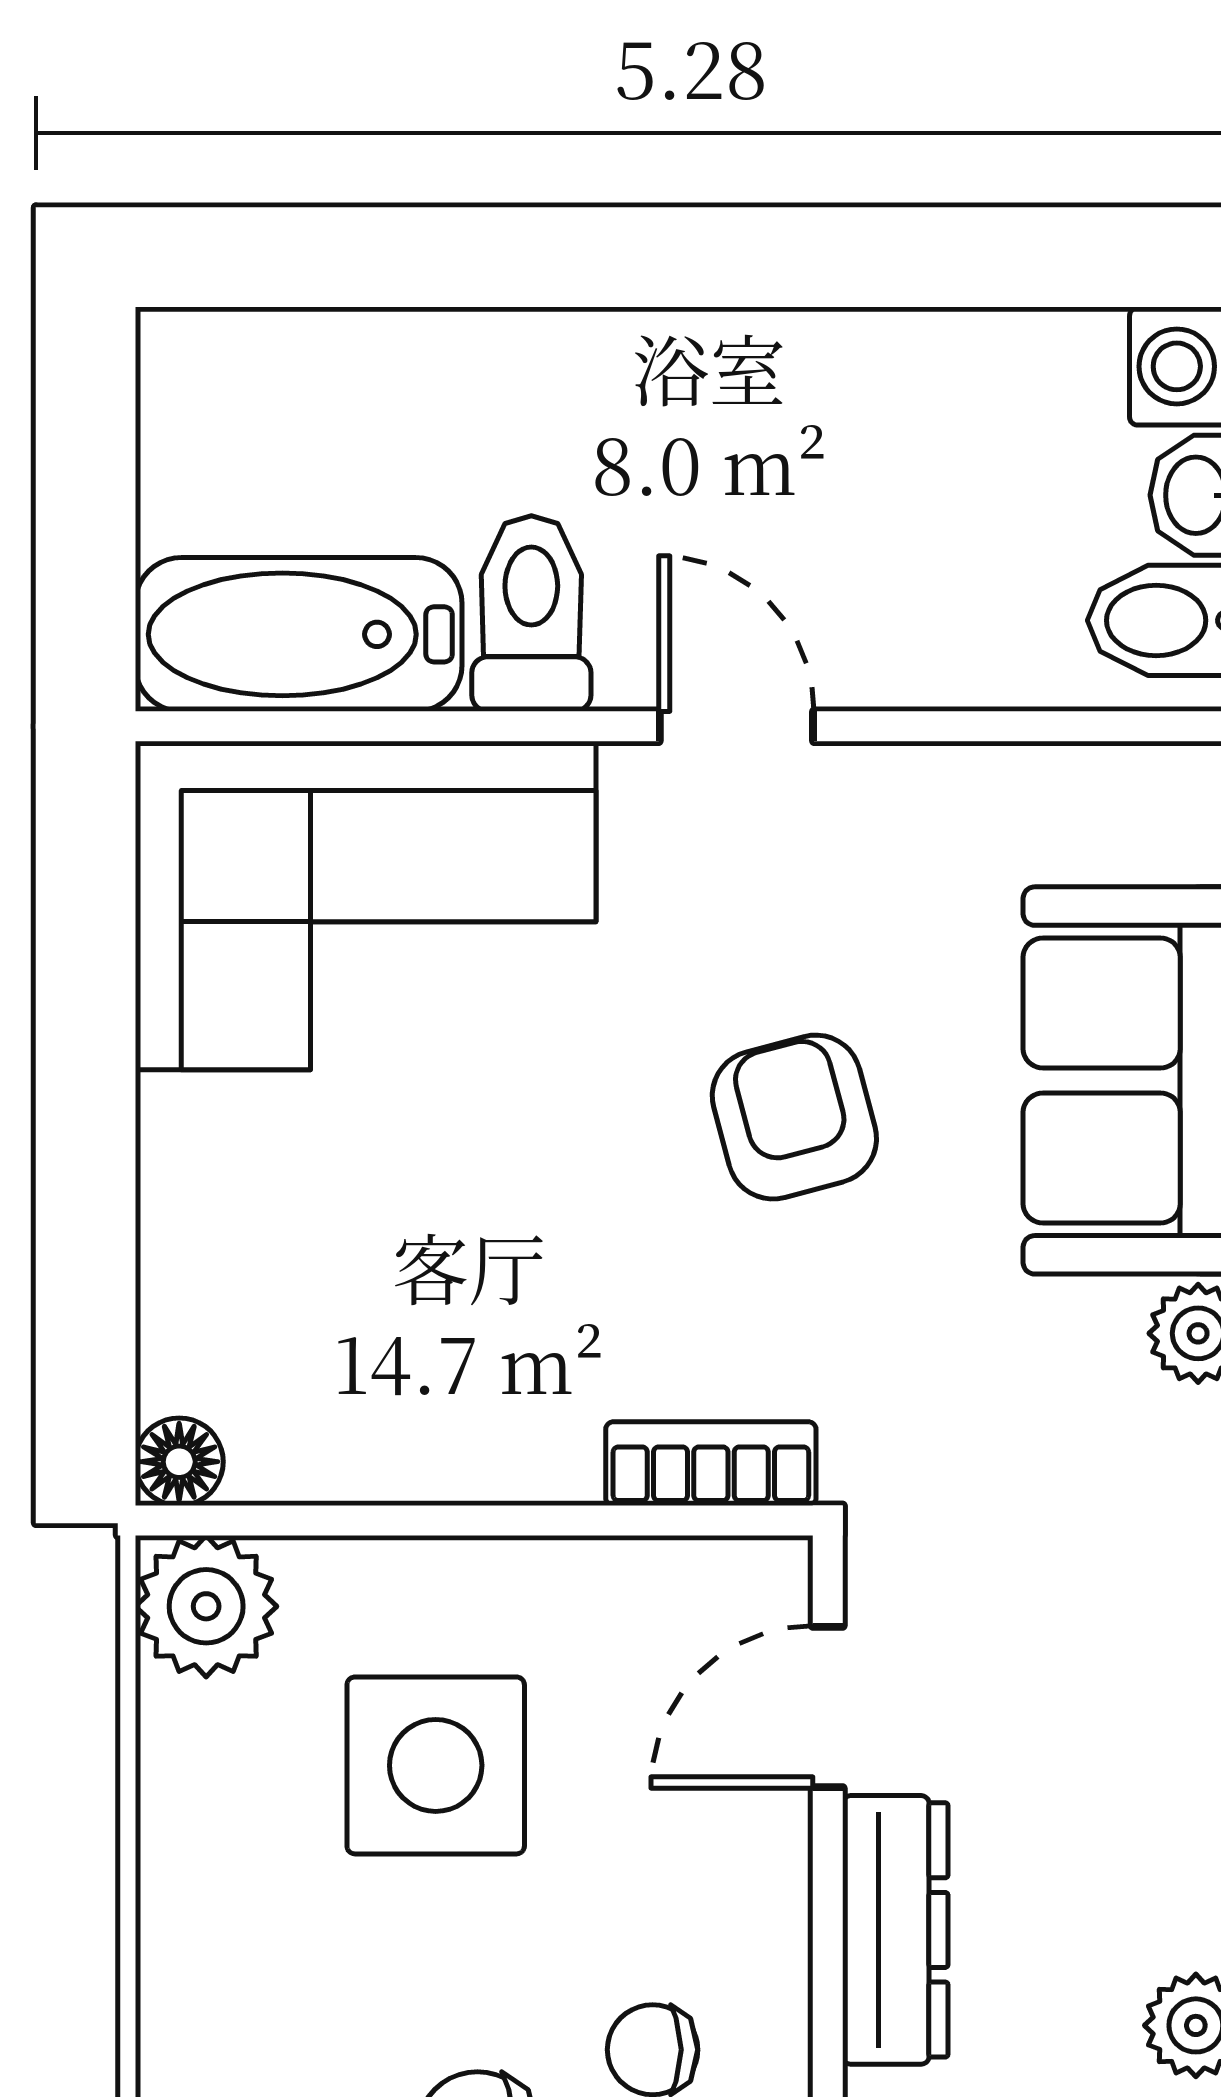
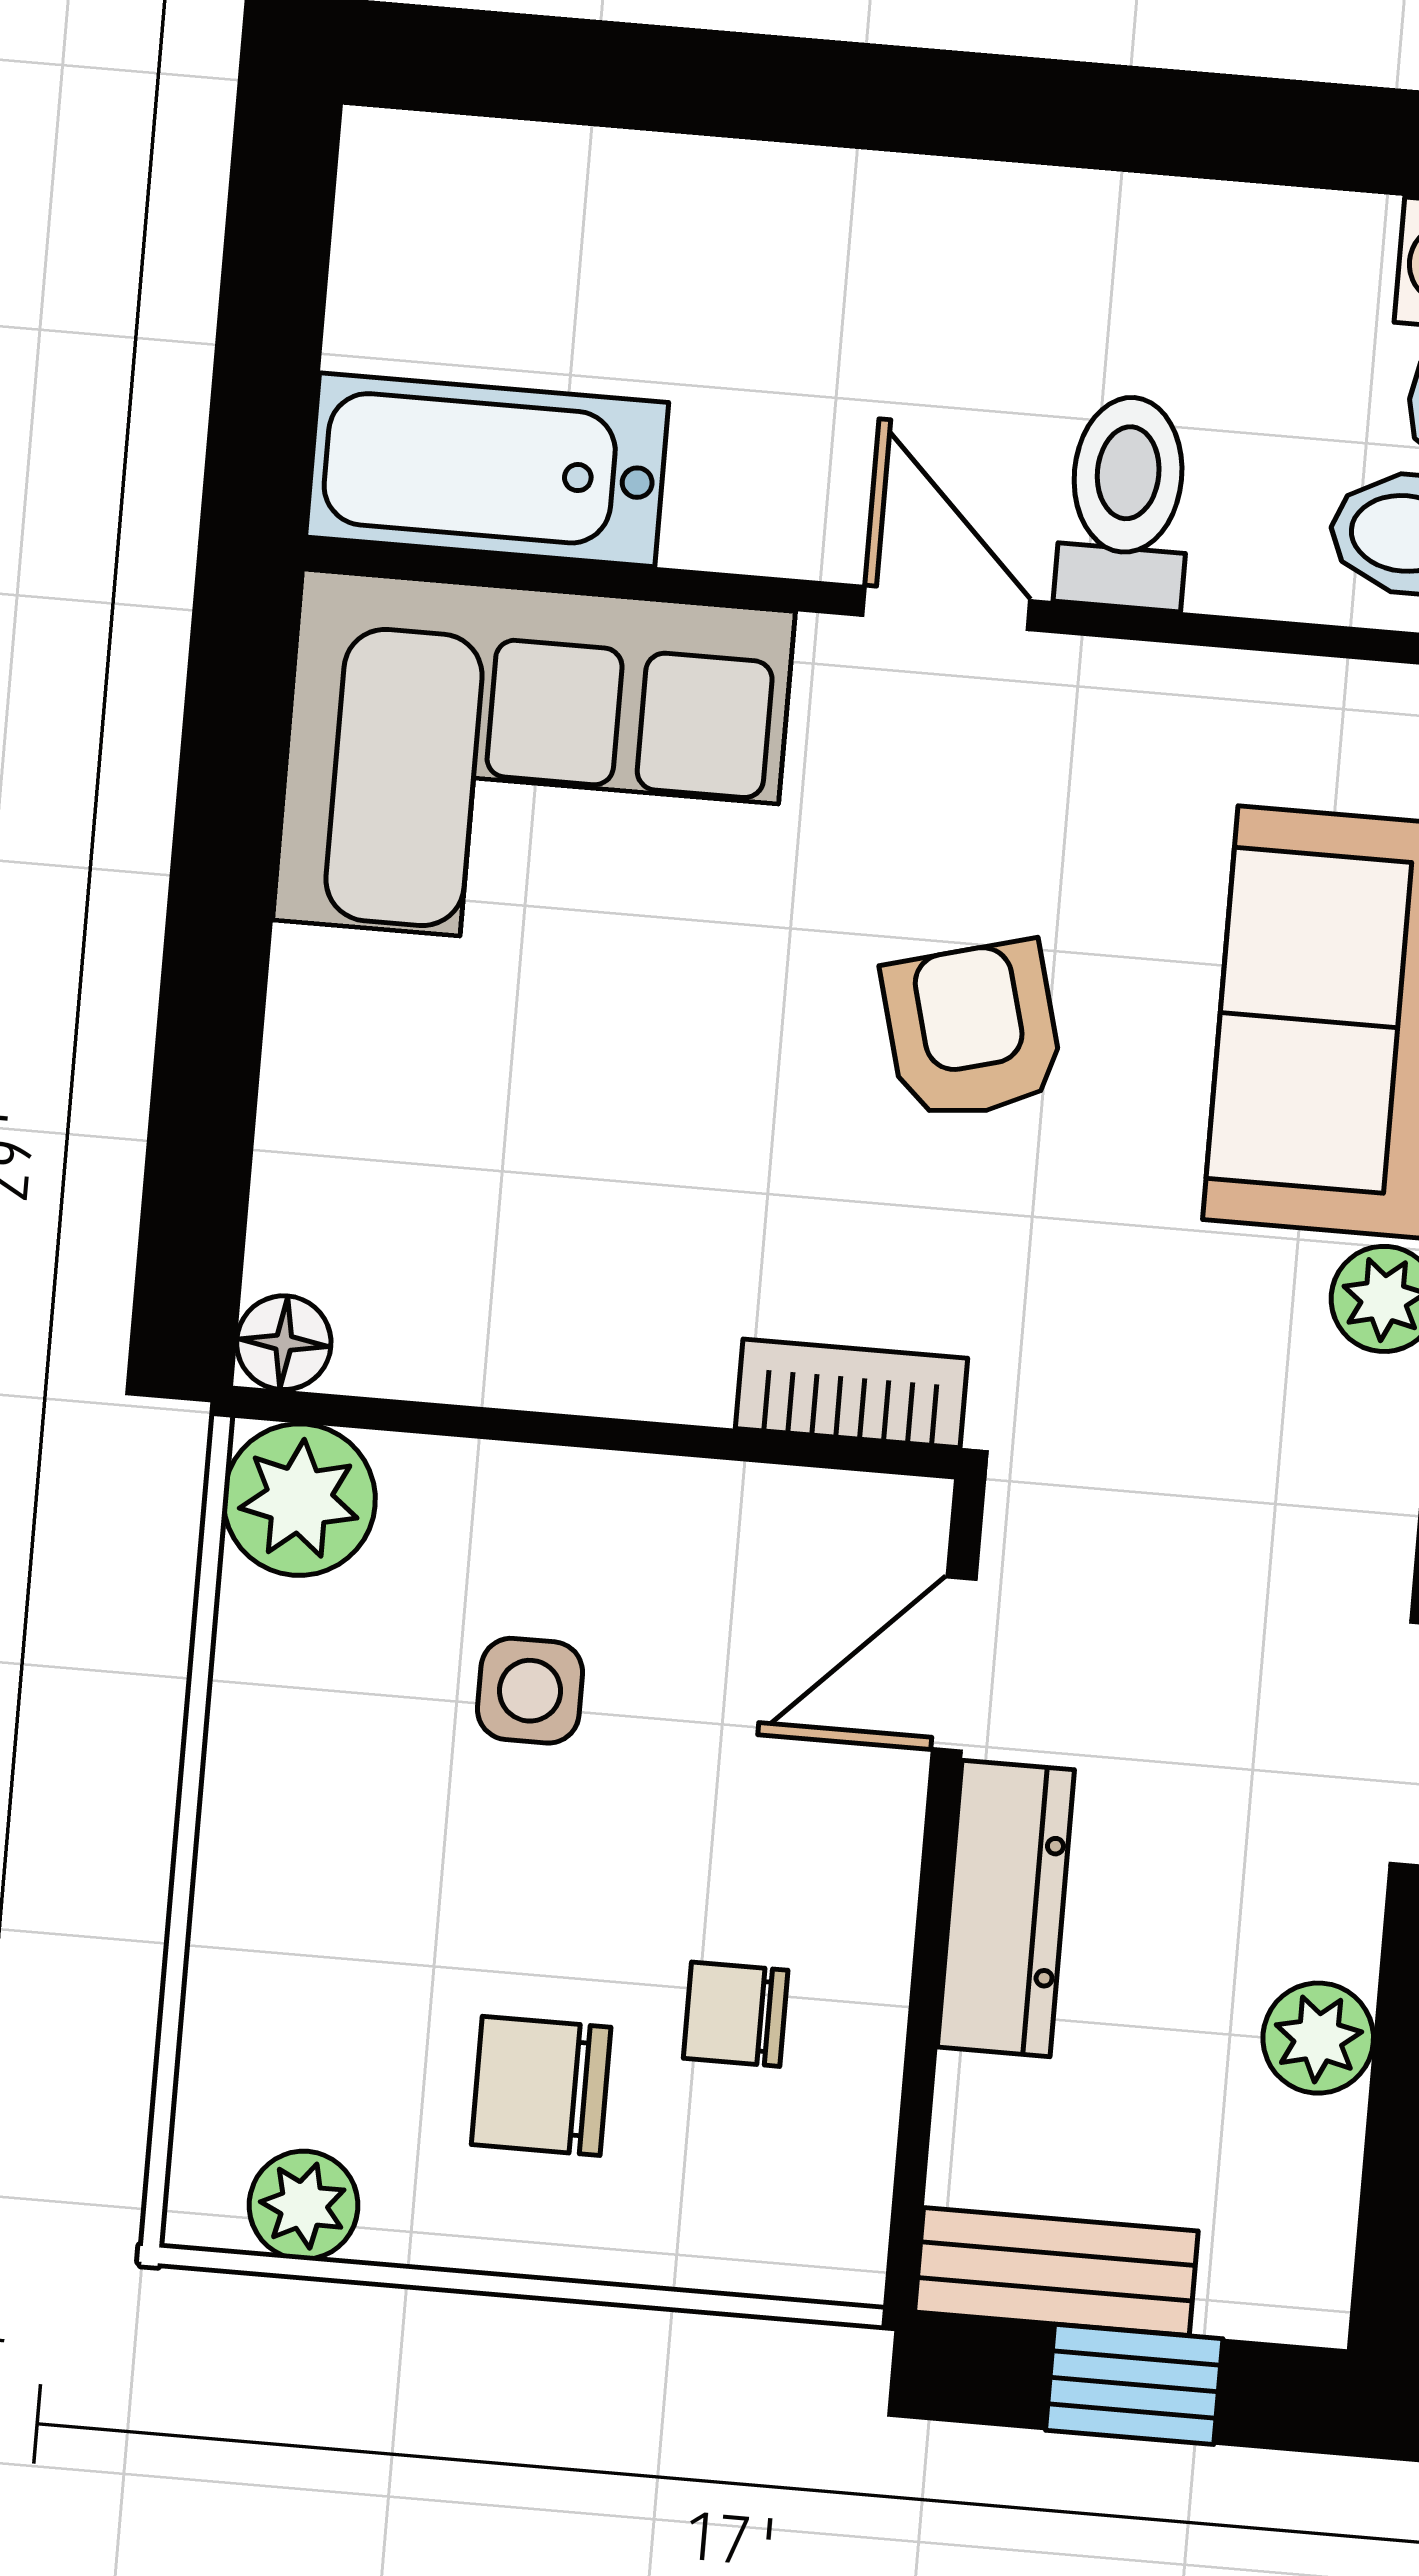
toilet: (531, 613) -> (1126, 502), moved
side table: (436, 1765) -> (530, 1691), width x0.54, depth x0.54

